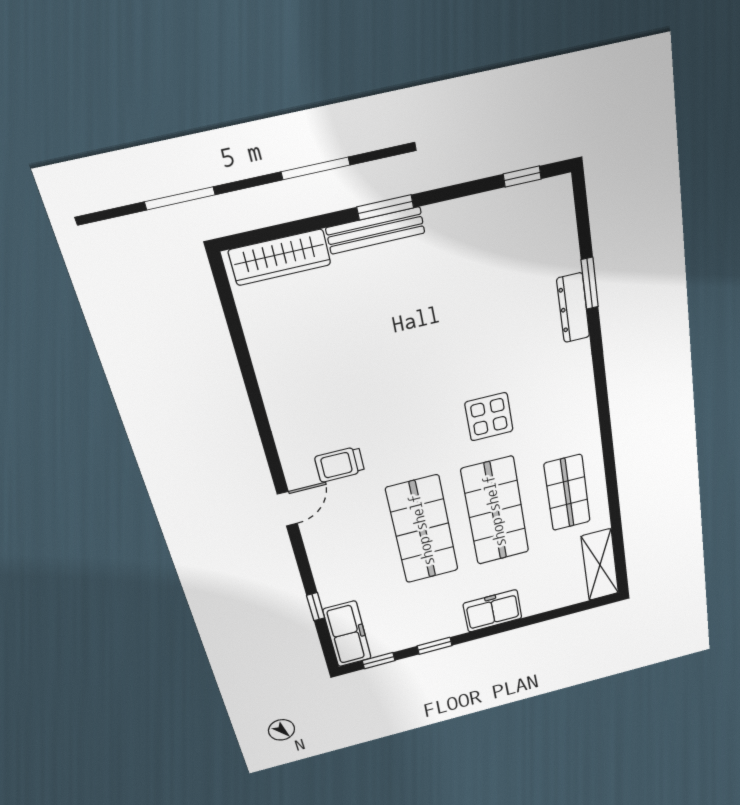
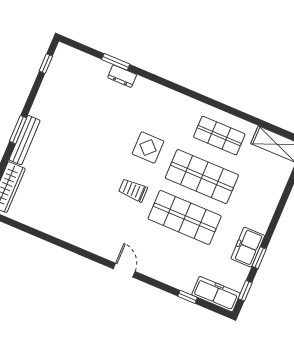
dresser: (573, 308) -> (122, 76), width x0.70
trolley: (340, 464) -> (133, 190), moved, turned 90
freezer: (493, 611) -> (248, 247), moved

